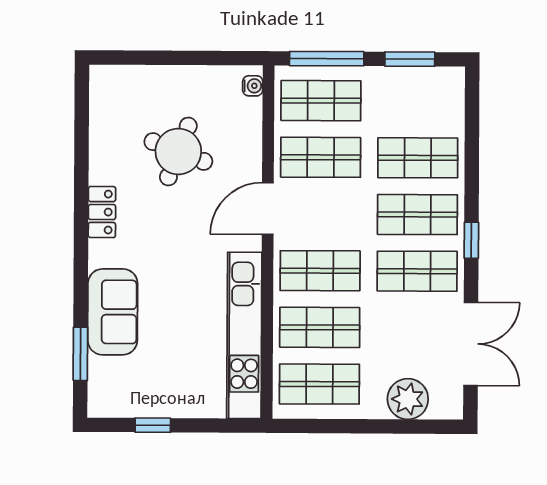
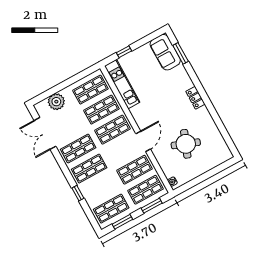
window: (327, 59) -> (152, 206), width x0.69
shop shelf: (418, 158) -> (111, 209), moved
locker: (102, 212) -> (195, 98), moved
window: (471, 240) -> (78, 193), moved
sofa: (113, 312) -> (165, 52), moved
kitchen unit: (244, 335) -> (122, 84), width x0.73
window: (153, 425) -> (124, 52), moved

